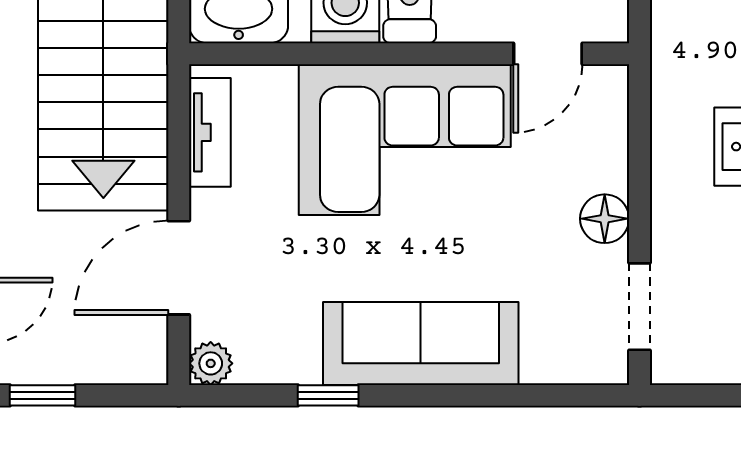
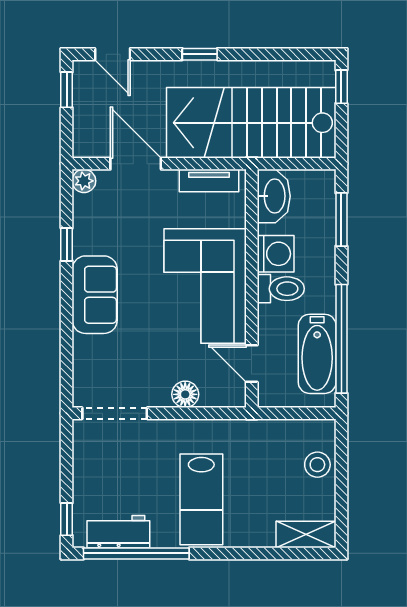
floor lamp: (605, 219) -> (185, 394), moved
doorway: (640, 307) -> (115, 413), width x1.38
sofa: (421, 344) -> (95, 295), width x0.73

